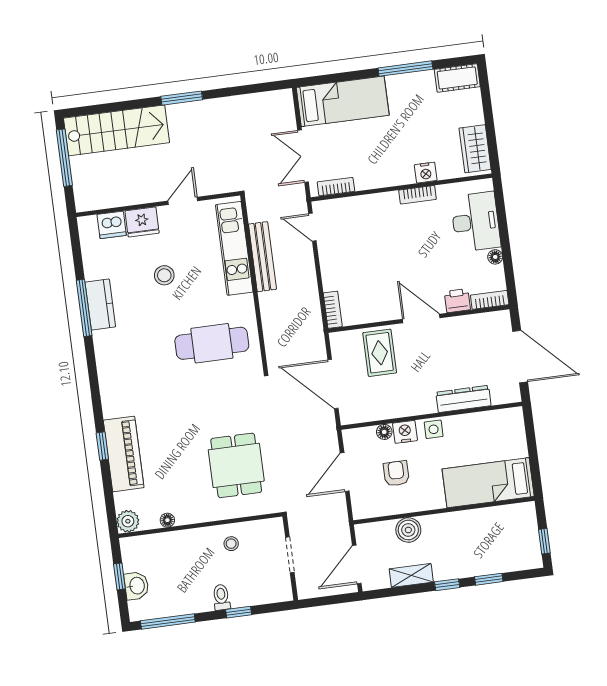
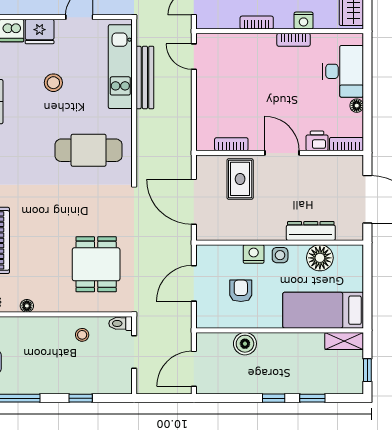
bookcase: (336, 187) -> (257, 23), moved
bookcase: (333, 310) -> (231, 144), moved, turned -90
floor lamp: (384, 432) -> (320, 258), moved, width x1.89, depth x1.89
shelving: (411, 575) -> (344, 341), moved
toilet: (221, 597) -> (120, 323), moved, turned -90

